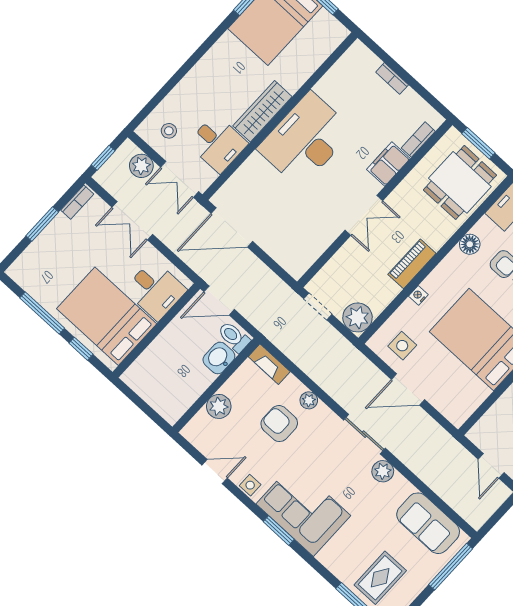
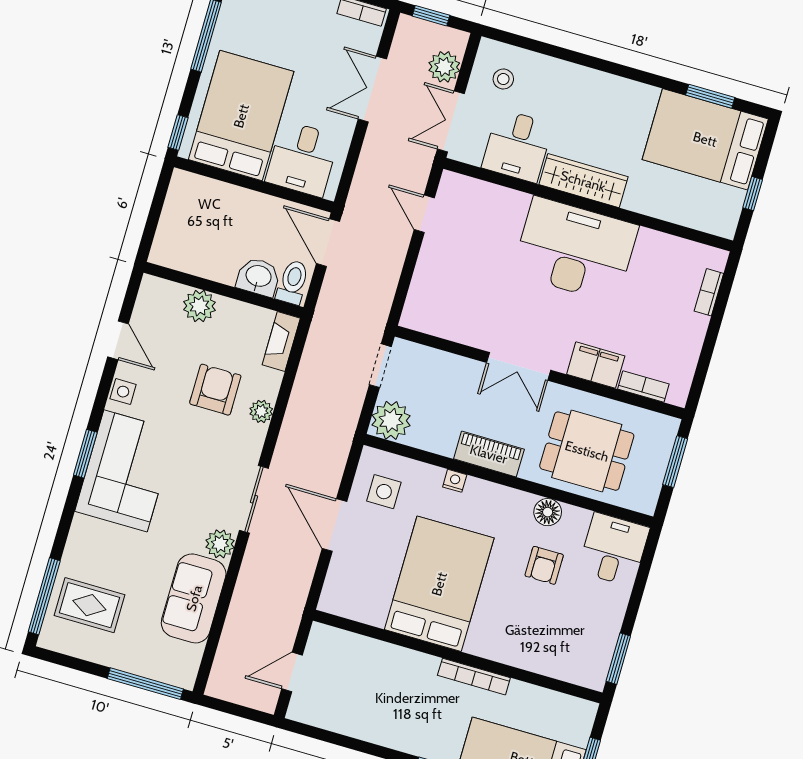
bookcase: (392, 78) -> (709, 292), moved
dining table: (460, 182) -> (587, 451), moved
door: (232, 227) -> (424, 214), width x0.53
window: (81, 349) -> (178, 133), moved
sofa: (428, 523) -> (194, 598), moved

